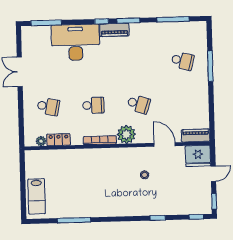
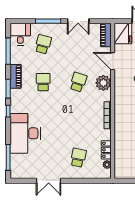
piano: (114, 30) -> (16, 76), moved
desk: (194, 33) -> (20, 34), added
double door: (211, 102) -> (78, 21), added
school desk: (93, 105) -> (43, 82), moved
plant: (126, 134) -> (103, 83), moved
door: (165, 144) -> (113, 61), hinge flipped

